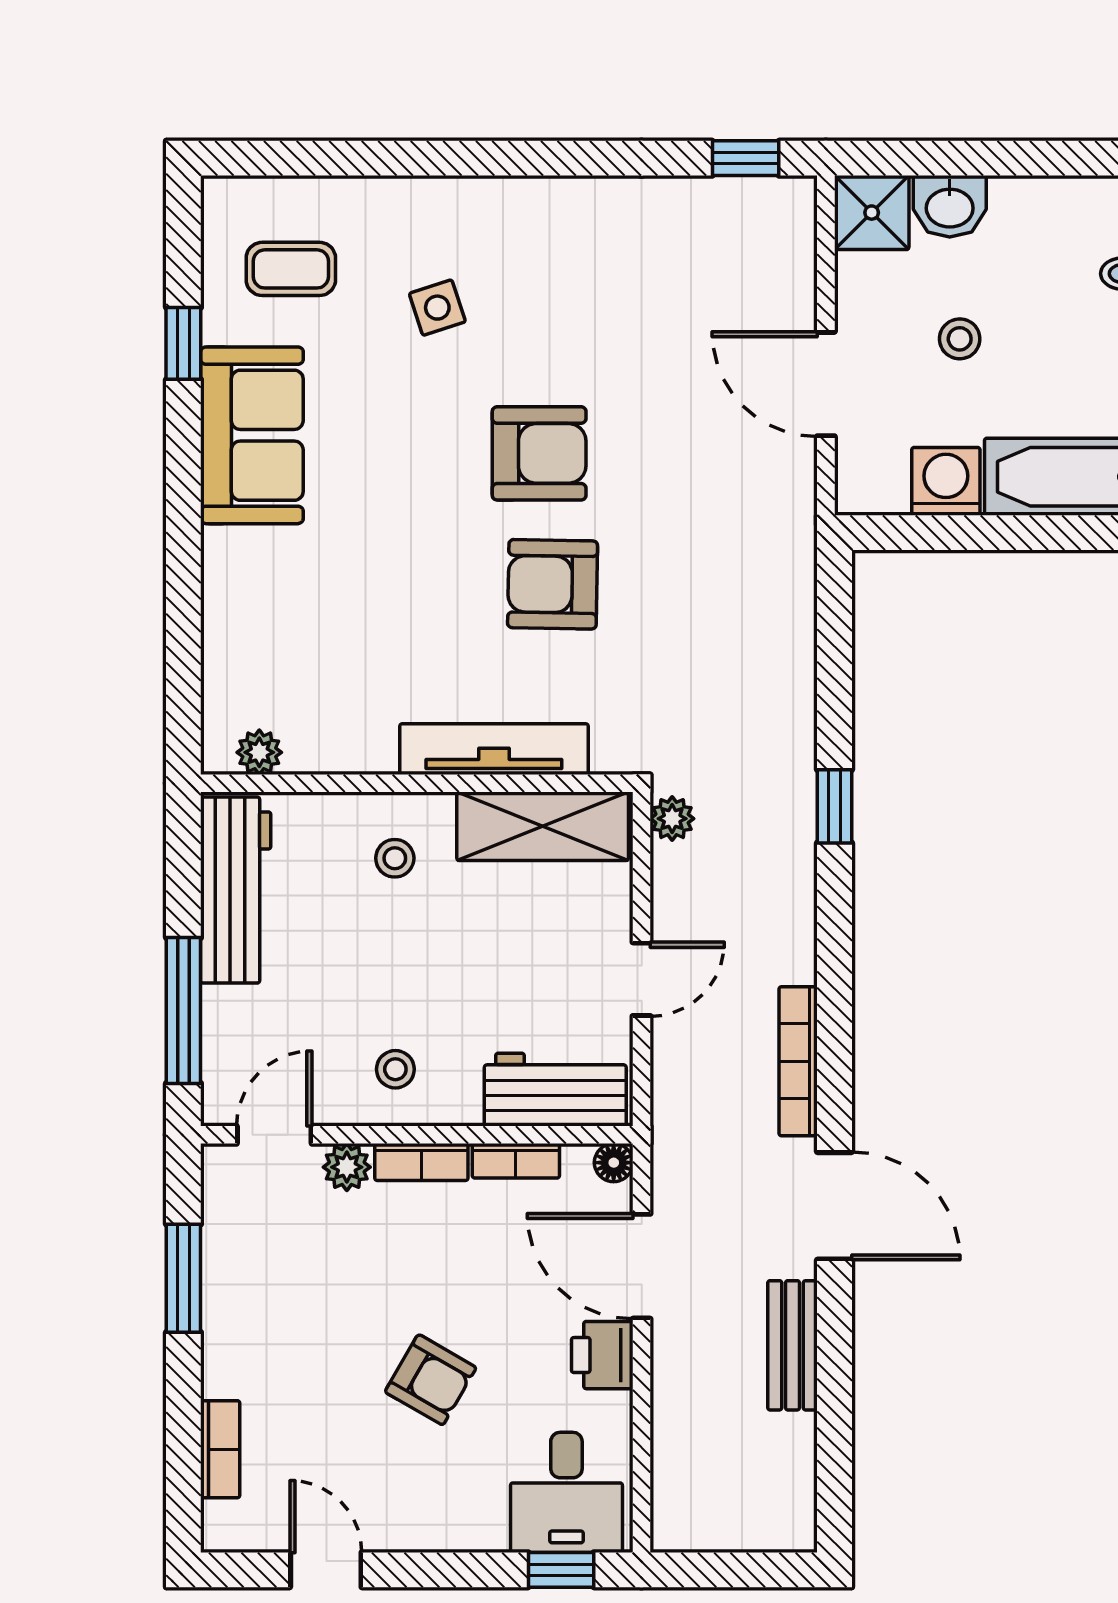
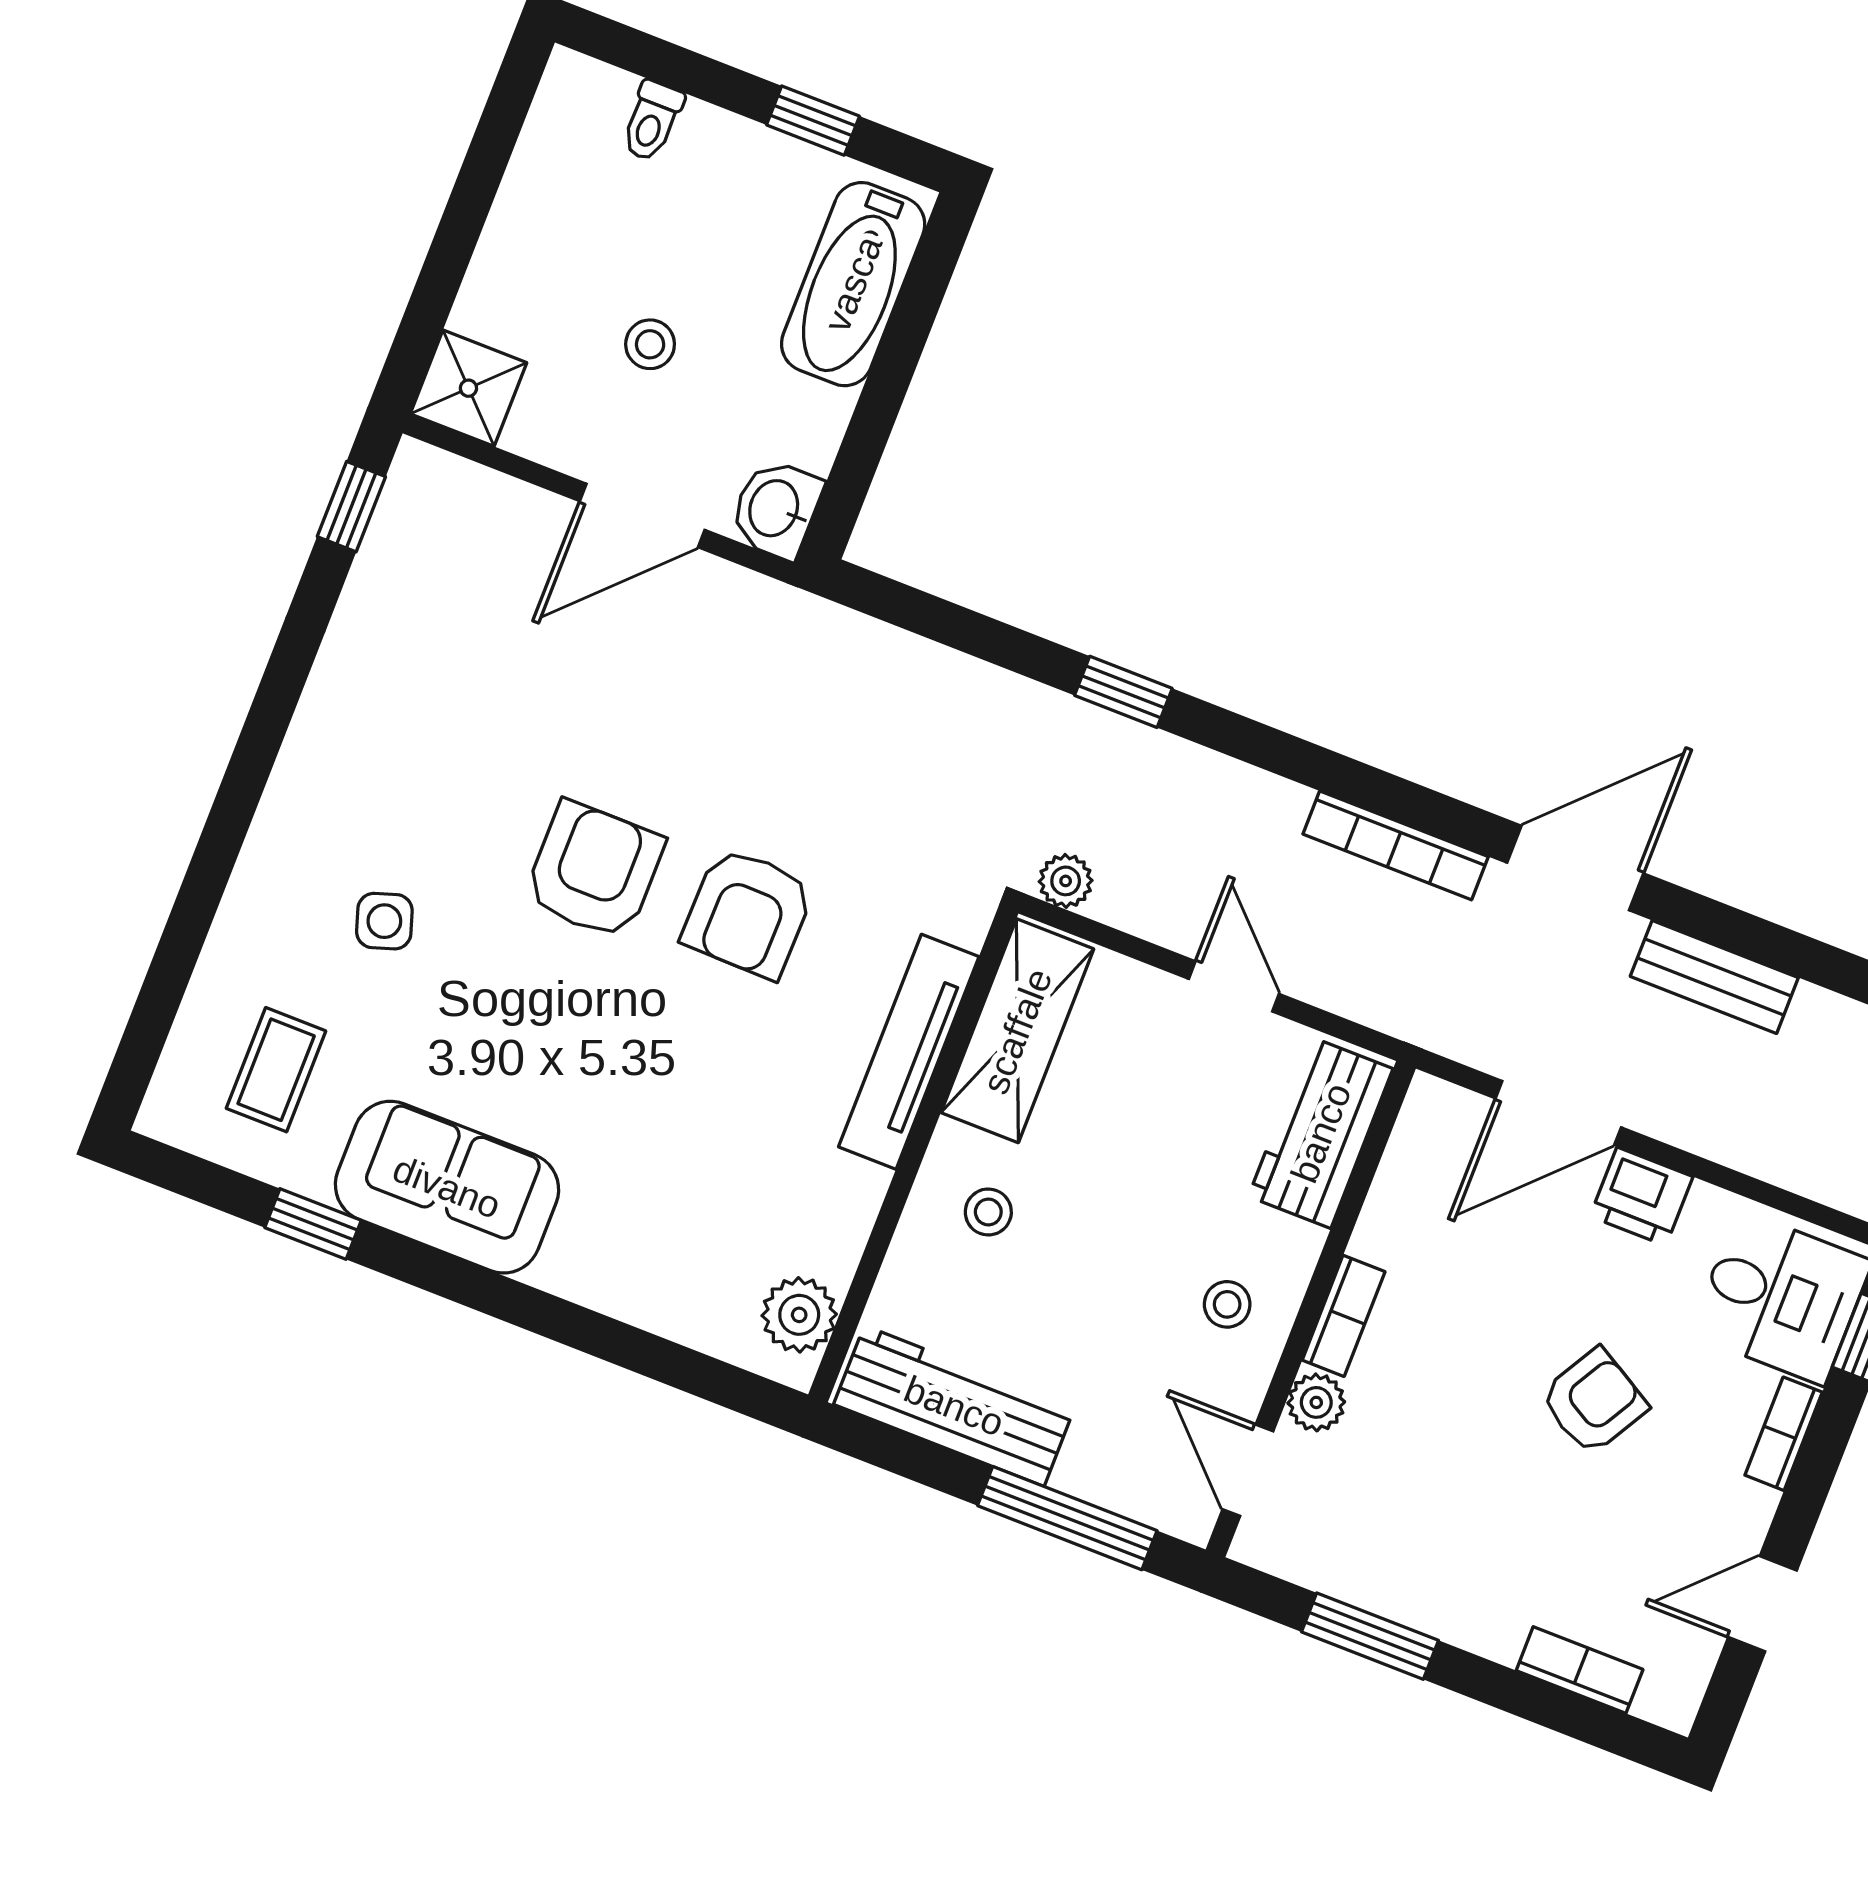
washbasin: (950, 206) -> (776, 509), moved, turned 180
washing machine: (946, 481) -> (805, 423), removed
plant: (259, 752) -> (799, 1315), width x1.38, depth x1.38
bookcase: (516, 1161) -> (1784, 1434), moved, turned 180
floor lamp: (614, 1163) -> (1429, 1099), removed

